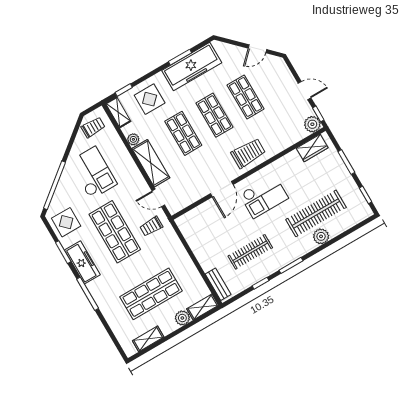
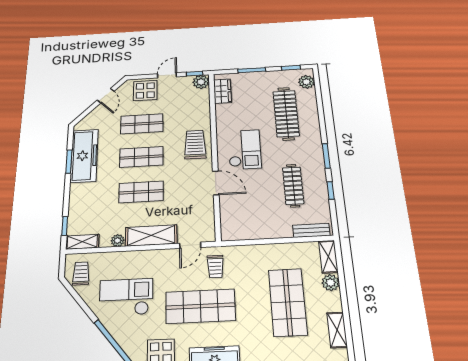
display table: (150, 99) -> (145, 91), moved
plant: (321, 236) -> (306, 82), moved

